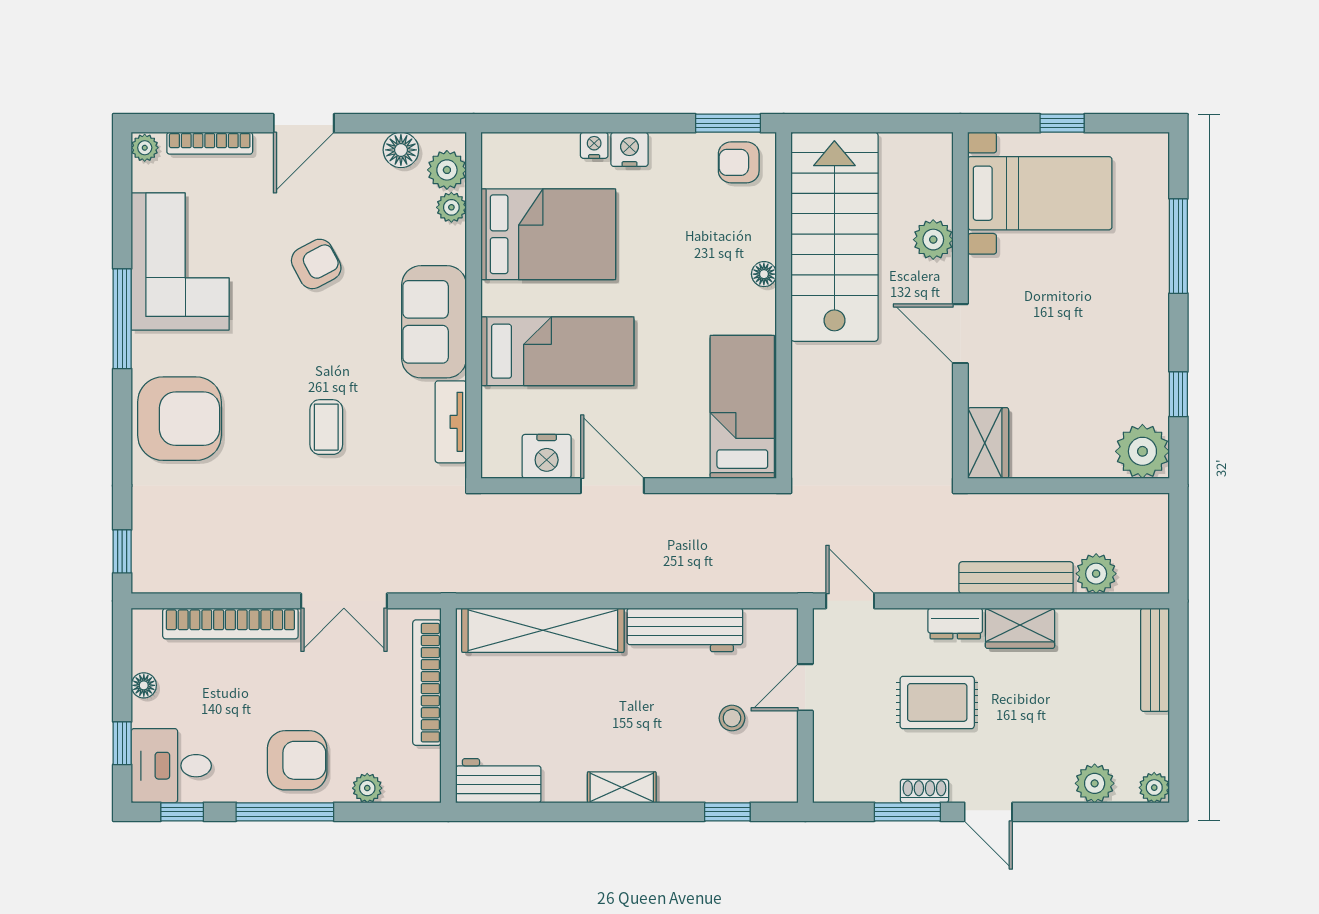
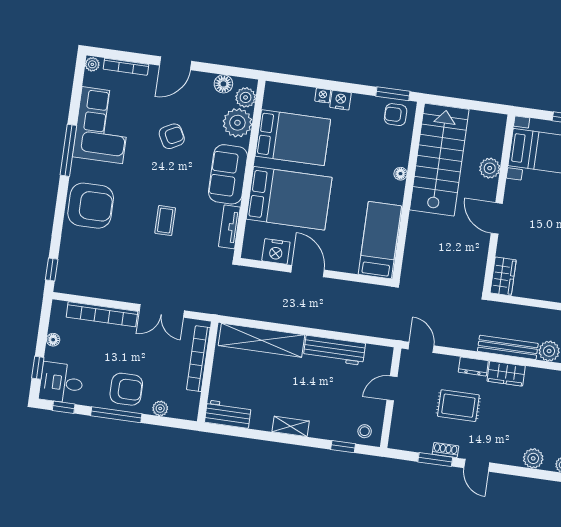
plant: (451, 207) -> (237, 123), width x1.87, depth x1.87
bed: (557, 351) -> (289, 198), width x1.50
stool: (732, 718) -> (365, 431), moved

